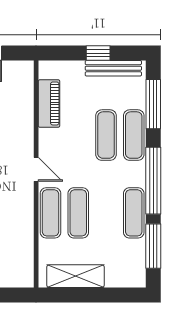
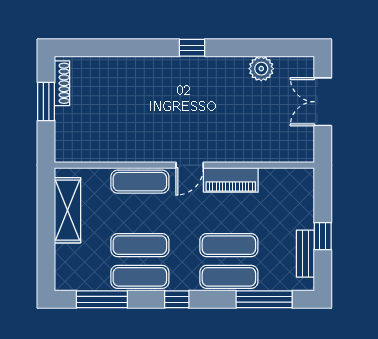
bench: (113, 68) -> (305, 254), width x0.73
piano: (49, 103) -> (231, 180), moved
window: (153, 181) -> (177, 299), width x0.32
exercise mat: (78, 213) -> (140, 245), moved

